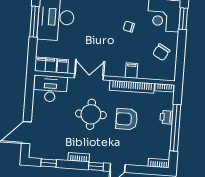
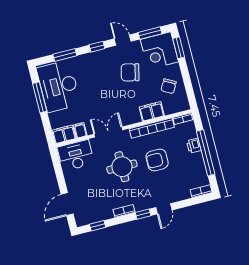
chair: (129, 27) -> (130, 72), width x1.87, depth x1.87
filing cabinet: (131, 70) -> (152, 111), width x2.00

